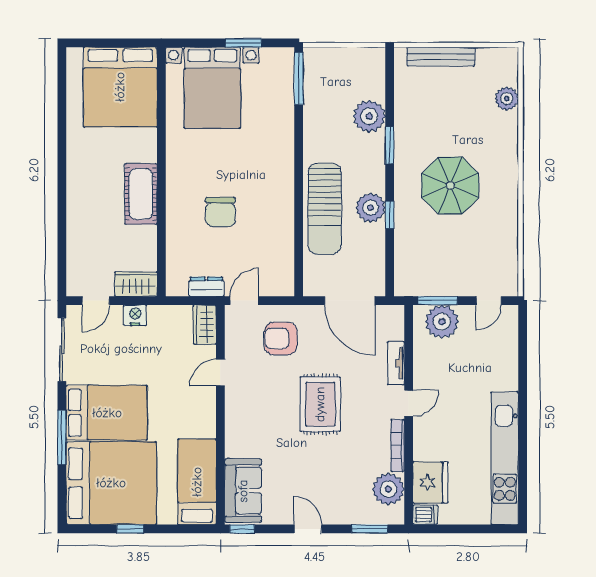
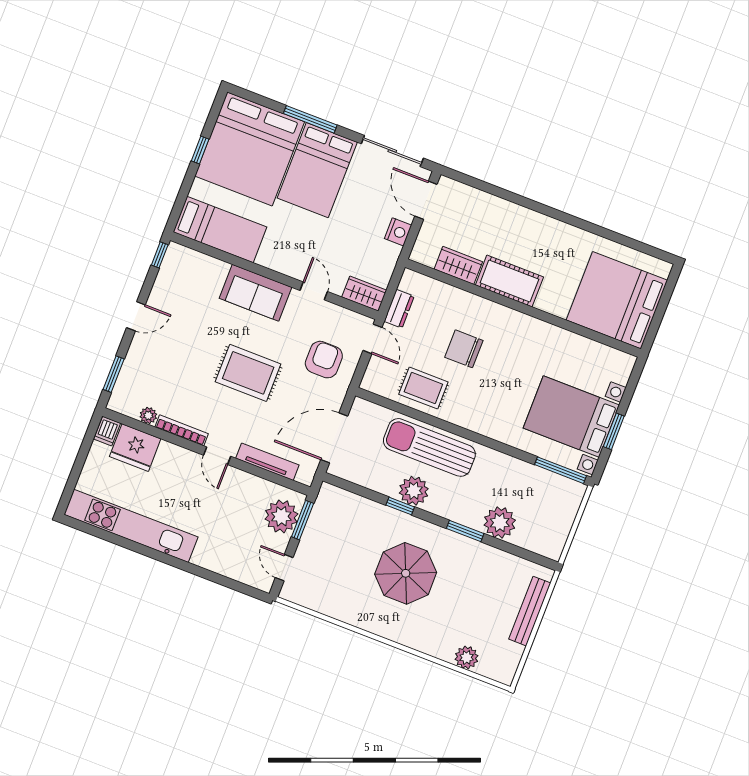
bed with nightstands: (212, 88) -> (571, 417), moved
rug: (271, 236) -> (423, 388), added
wardrobe: (136, 284) -> (458, 265), moved, turned -90
door: (96, 301) -> (426, 200), width x1.38
tv unit: (396, 363) -> (267, 462), width x1.41
plant: (388, 489) -> (148, 416), width x0.53, depth x0.53
sofa: (243, 491) -> (255, 293), moved

